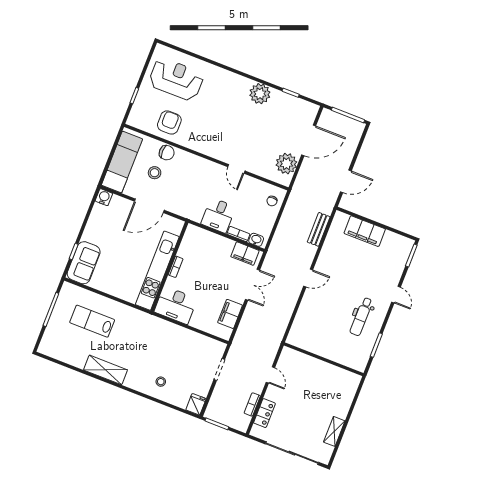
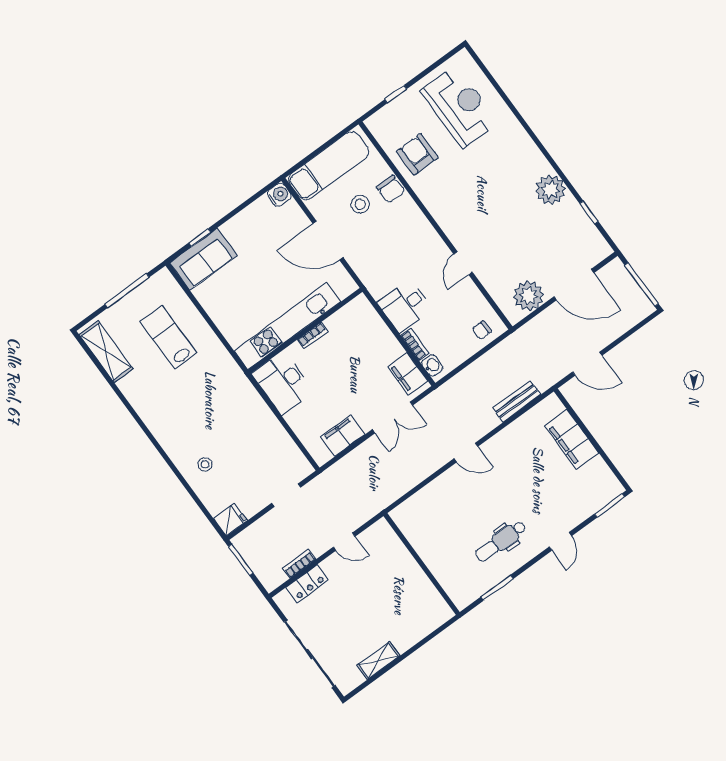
armchair: (169, 123) -> (417, 154), turned -90
shelving: (106, 370) -> (106, 352), moved
door: (270, 375) -> (344, 542), hinge flipped

